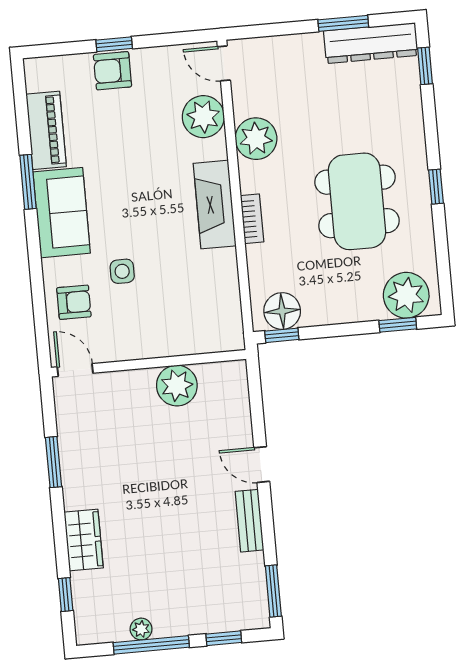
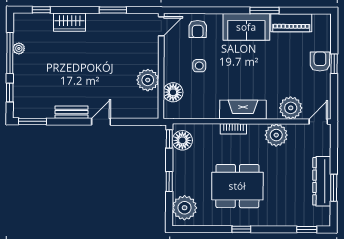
dresser: (371, 43) -> (322, 181), moved
side table: (122, 271) -> (199, 66), moved
window: (398, 325) -> (169, 181), moved
floor lamp: (195, 337) -> (173, 92), added

